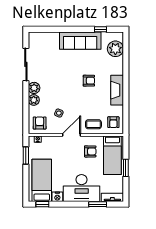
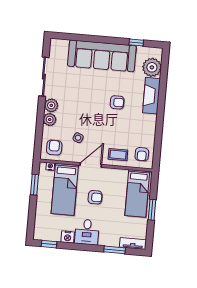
sofa: (80, 41) -> (102, 56), width x1.36, depth x1.27
fireplace: (117, 90) -> (151, 96), moved
armchair: (90, 151) -> (95, 197), moved
bed: (42, 180) -> (65, 189), moved, turned 180
desk: (82, 188) -> (87, 232), width x0.53, depth x0.77

